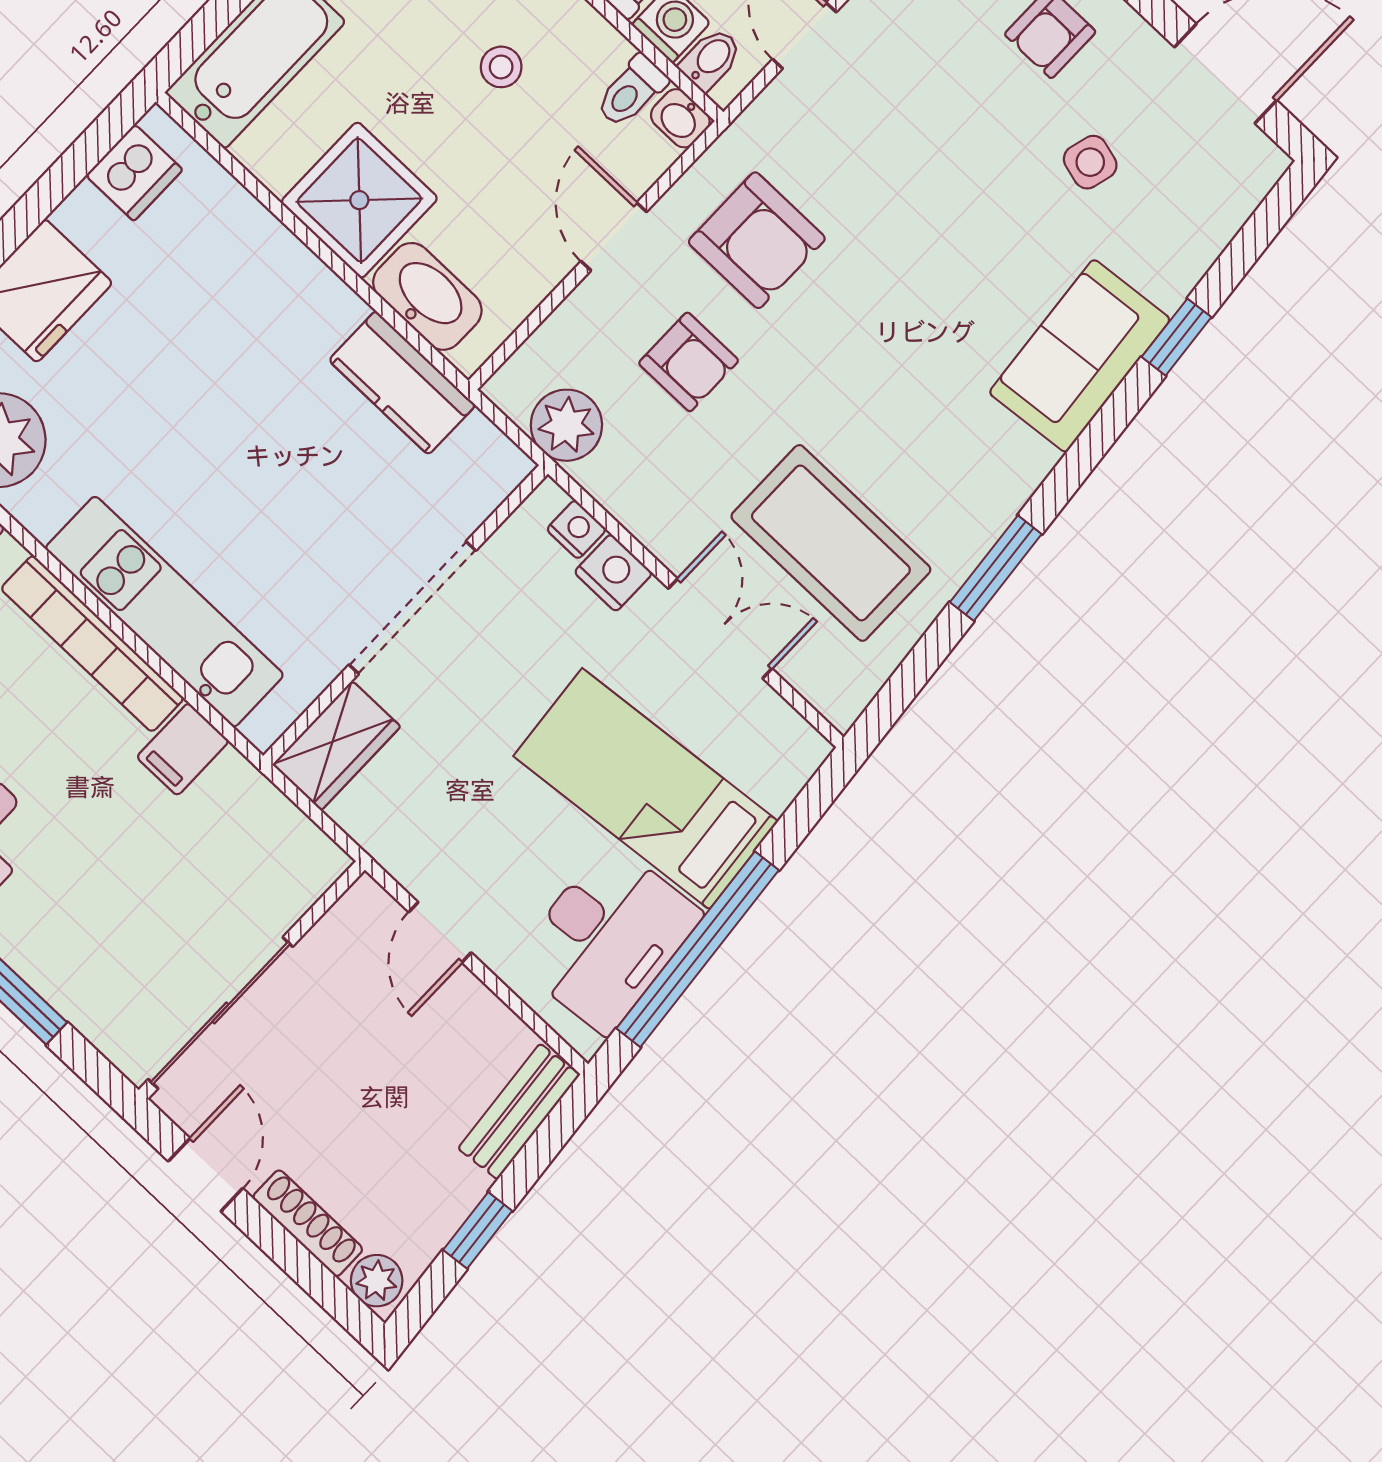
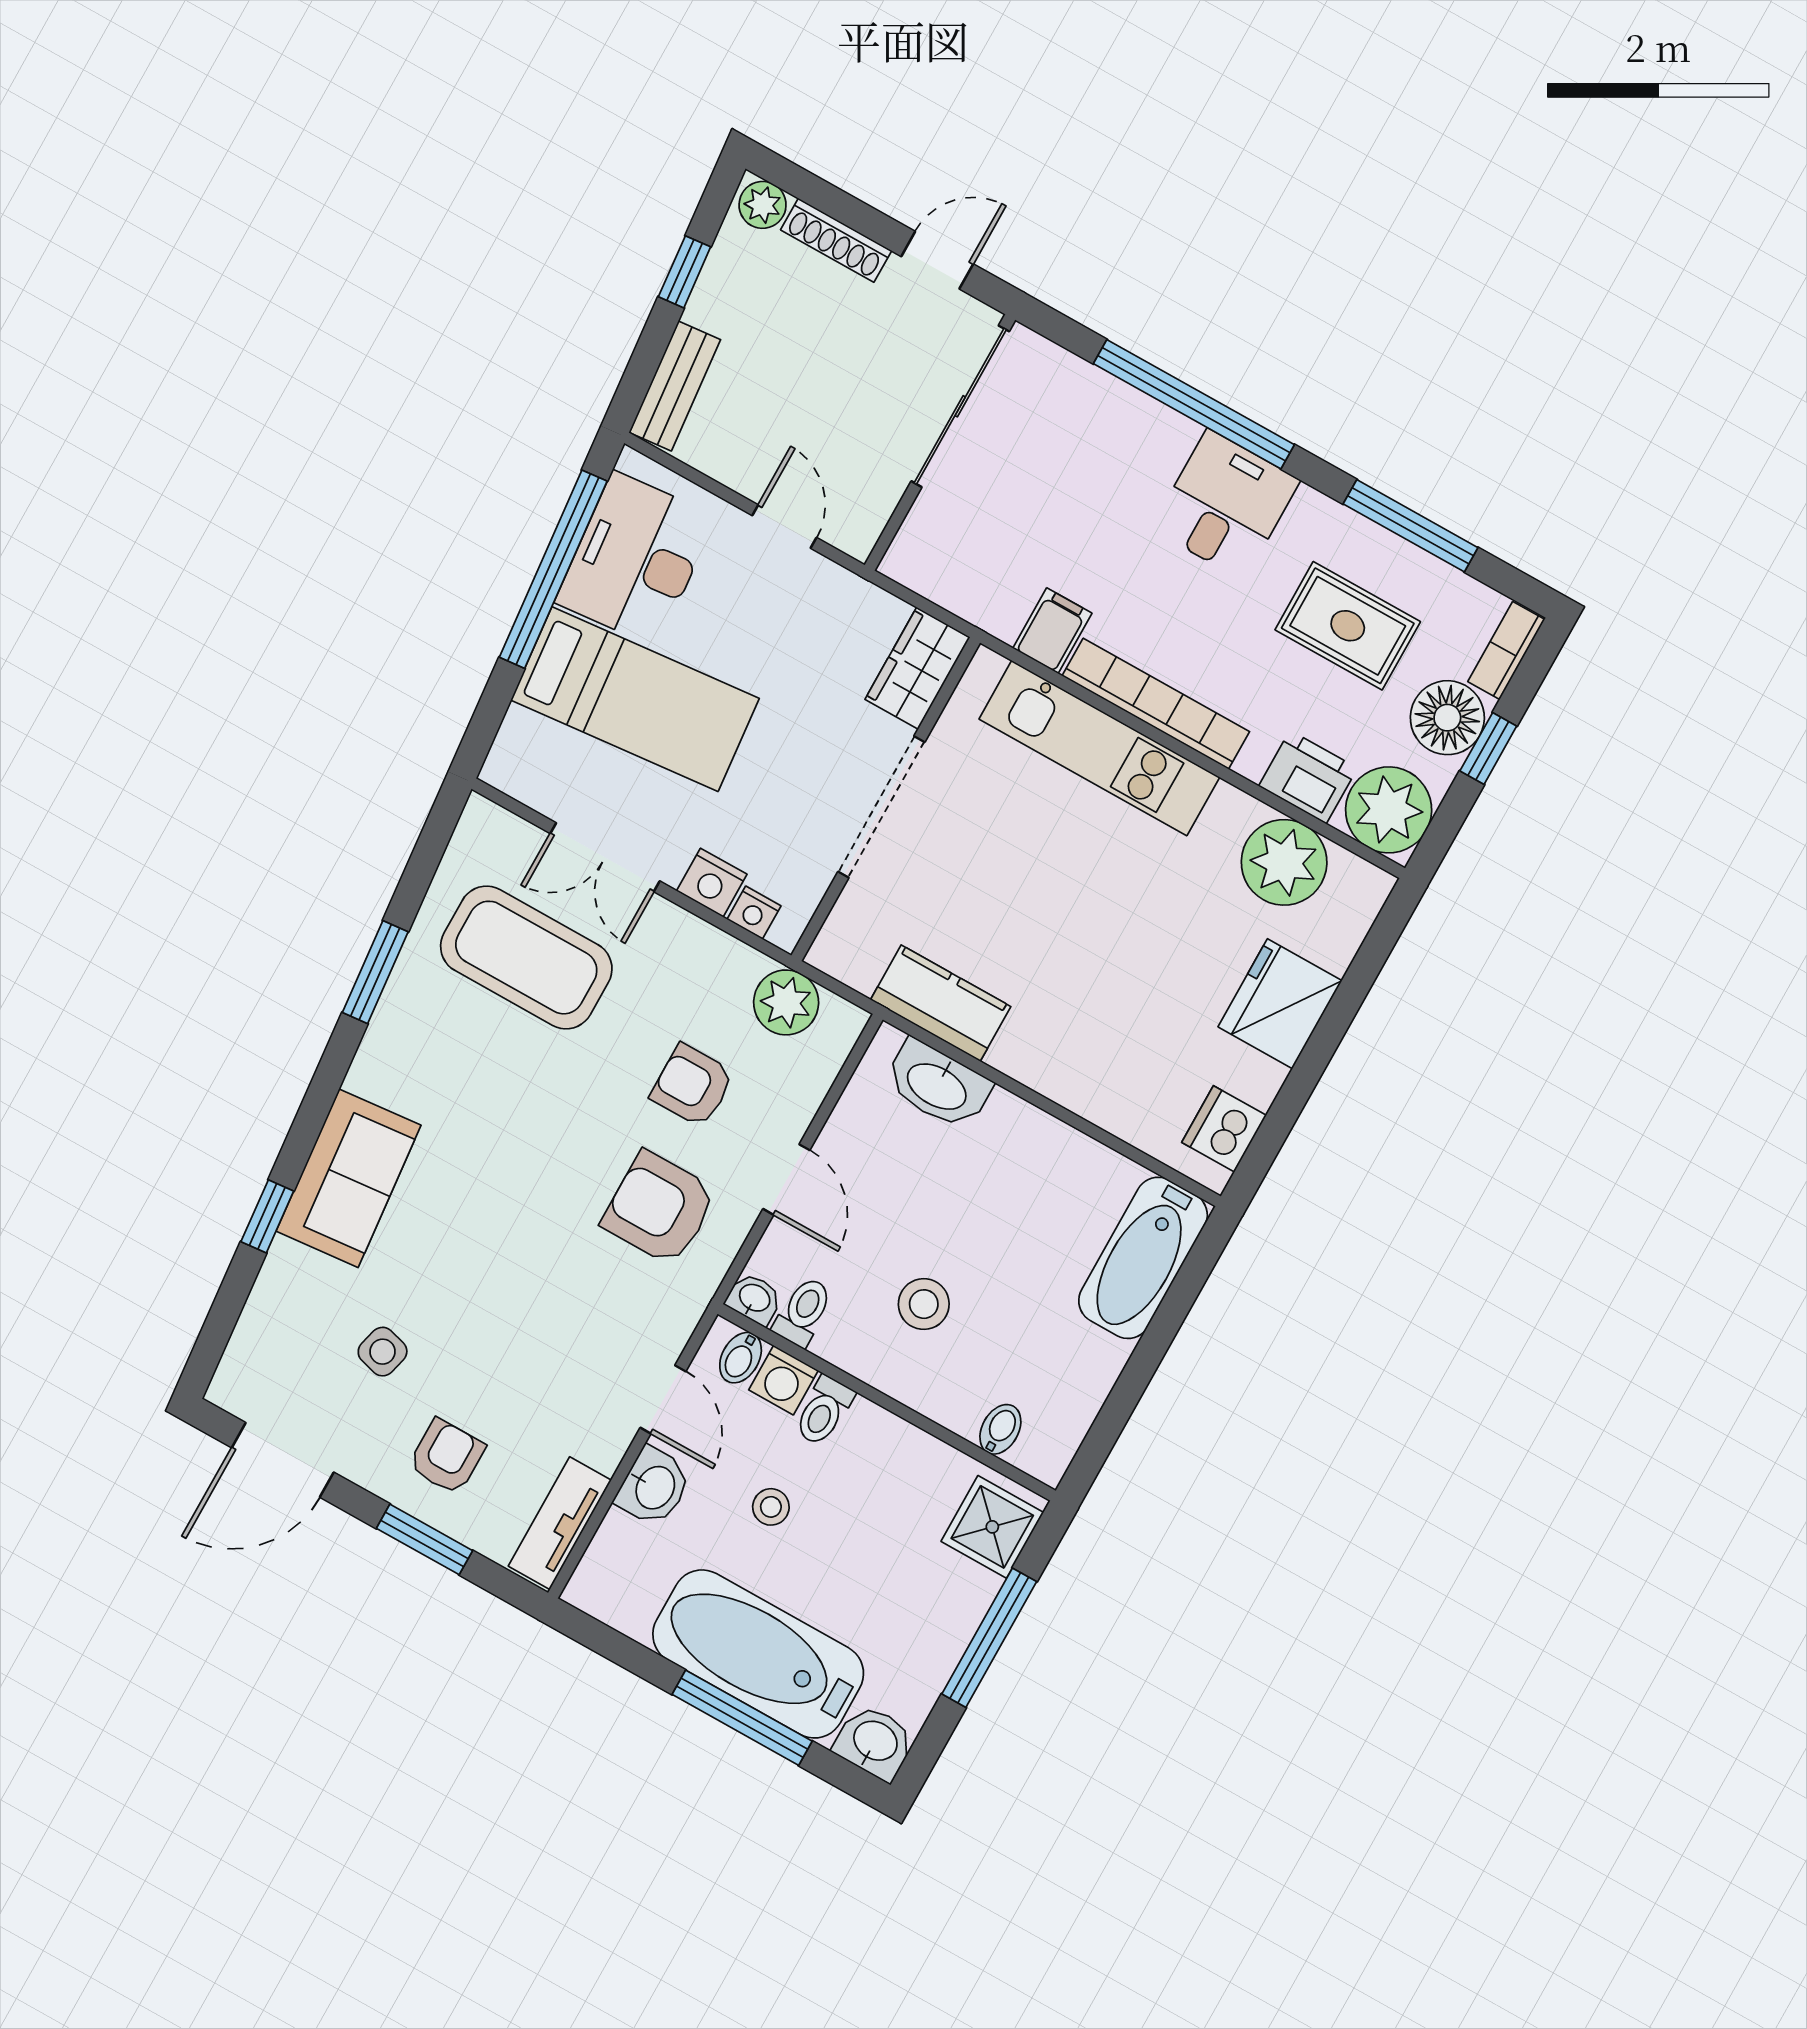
stool: (501, 67) -> (924, 1304), width x1.37, depth x1.37
shower: (359, 200) -> (1019, 1155), removed
door: (206, 1175) -> (937, 260), swing flipped

